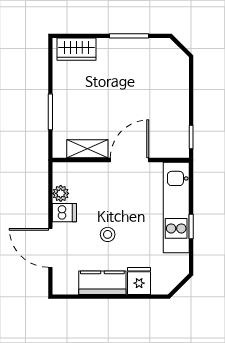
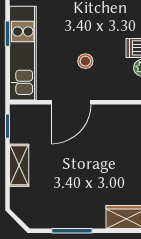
shelving: (87, 149) -> (19, 165), moved, turned 90
stool: (108, 234) -> (85, 61), moved

